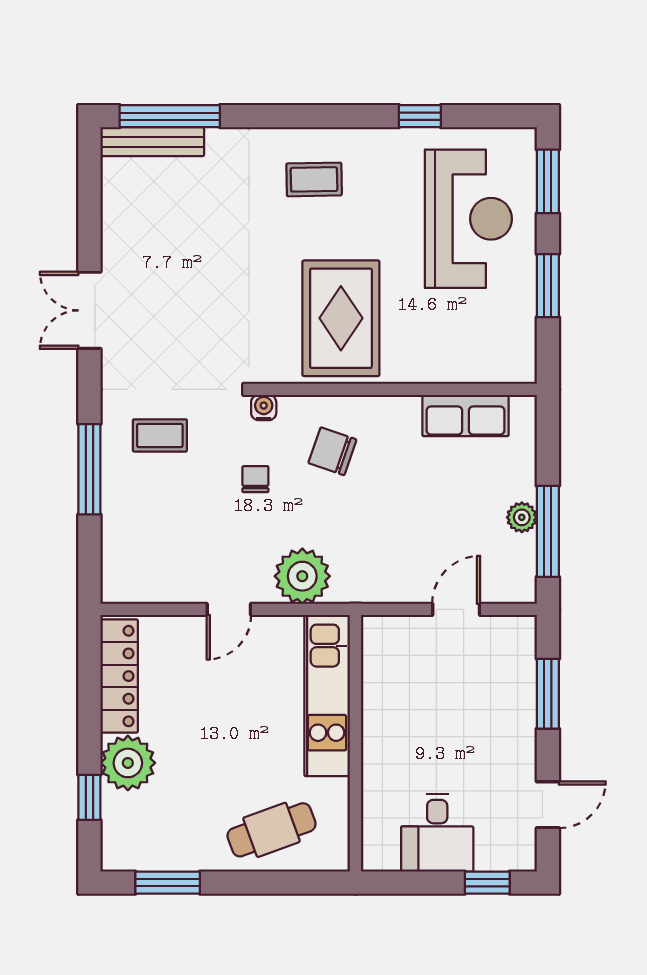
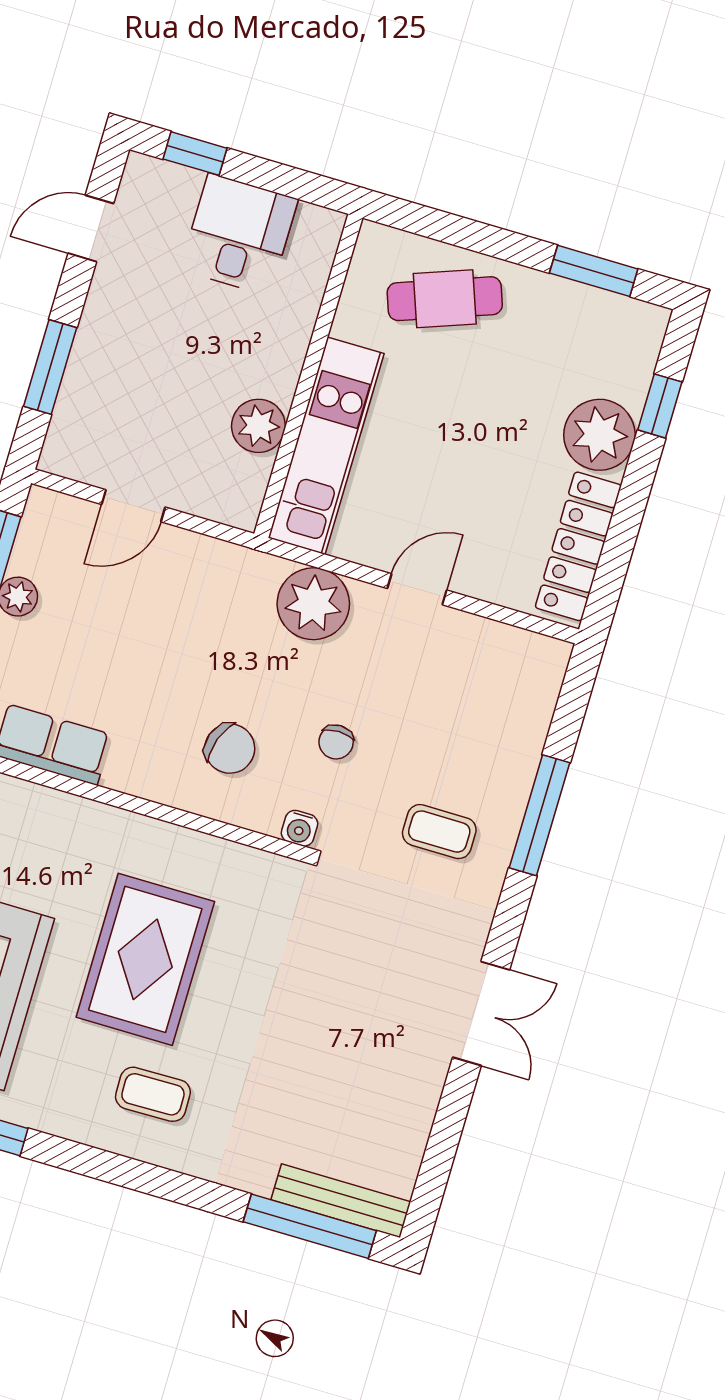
rug: (341, 318) -> (145, 959), moved
plant: (381, 696) -> (258, 426), added

